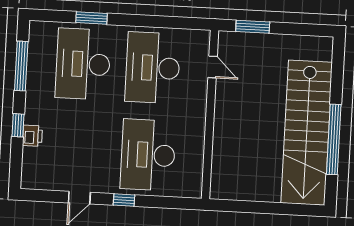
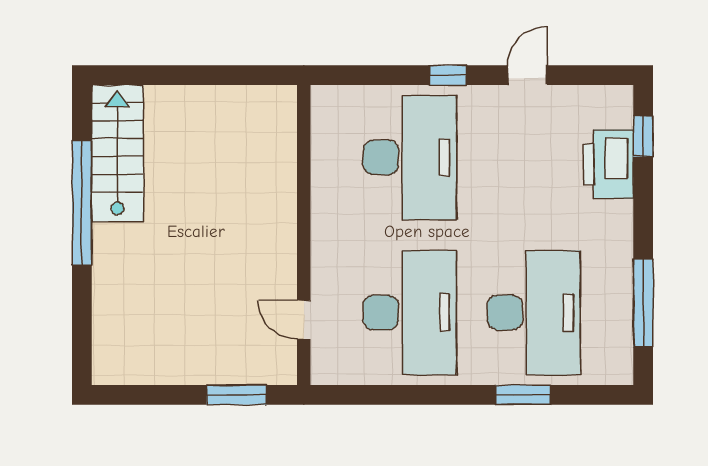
window: (18, 125) -> (643, 137), moved
stairs: (307, 133) -> (117, 153), width x0.54, depth x0.66
printer: (32, 136) -> (609, 164), width x1.87, depth x1.48

